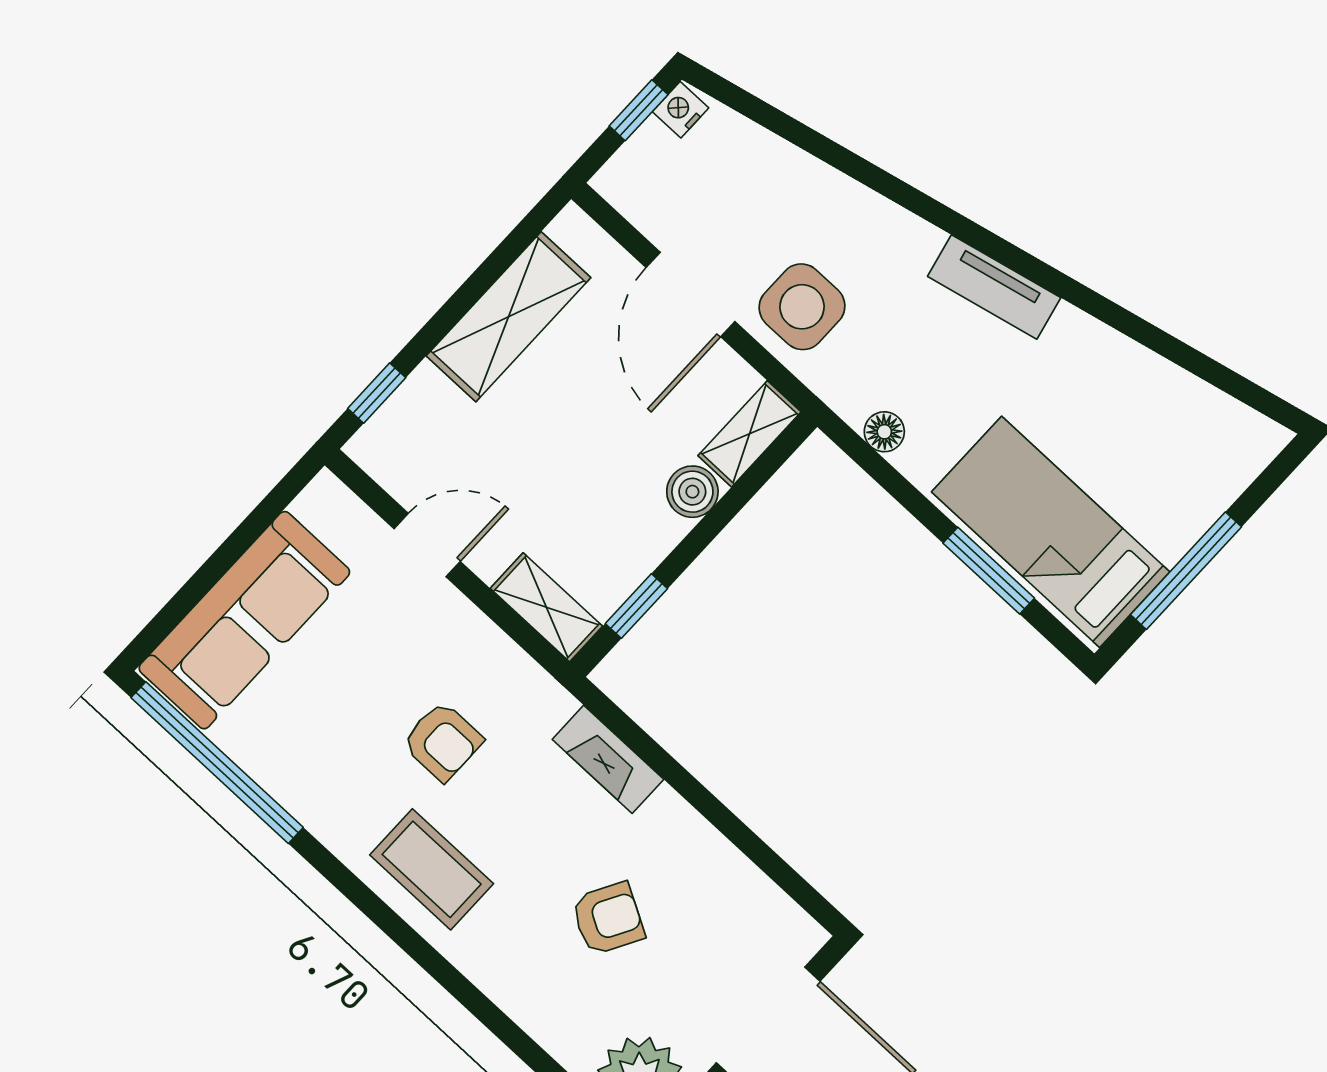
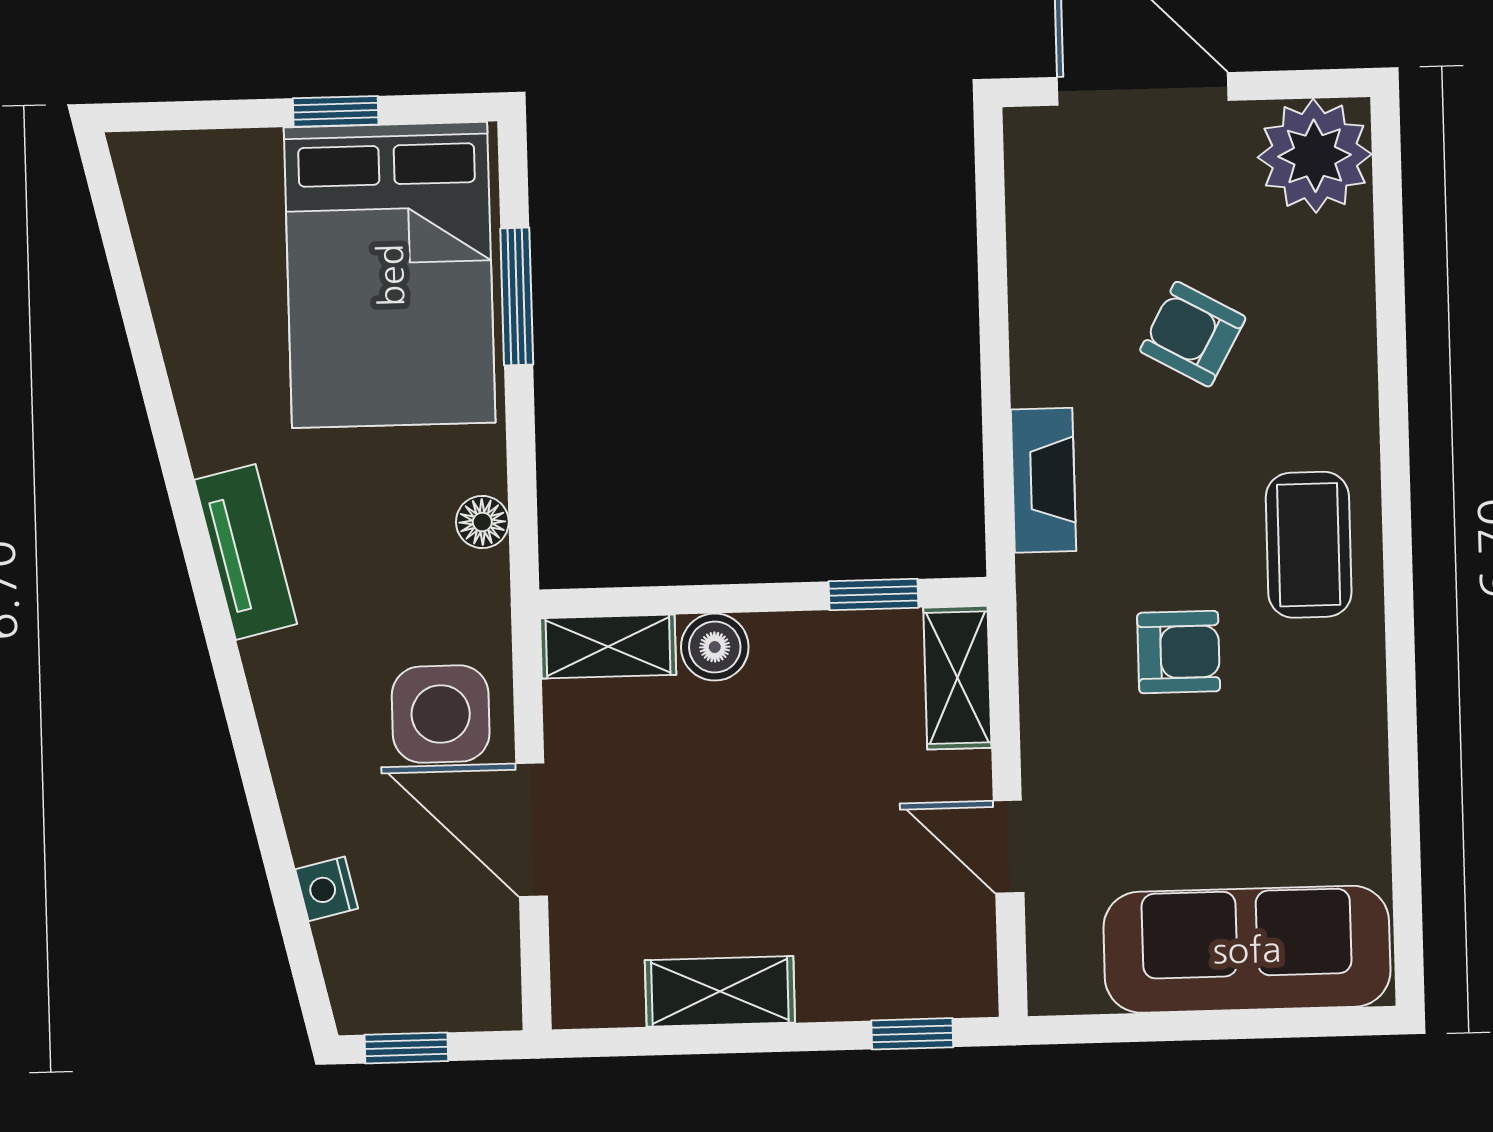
nightstand: (681, 110) -> (327, 889), moved, turned 77
door: (690, 295) -> (532, 830), swing flipped
shelving: (508, 317) -> (720, 991), width x0.67, depth x0.75
bed: (1051, 532) -> (390, 275), width x1.50
window: (1186, 571) -> (336, 111), width x0.46
armchair: (442, 741) -> (1179, 652), turned 90
window: (217, 763) -> (1406, 844), removed

